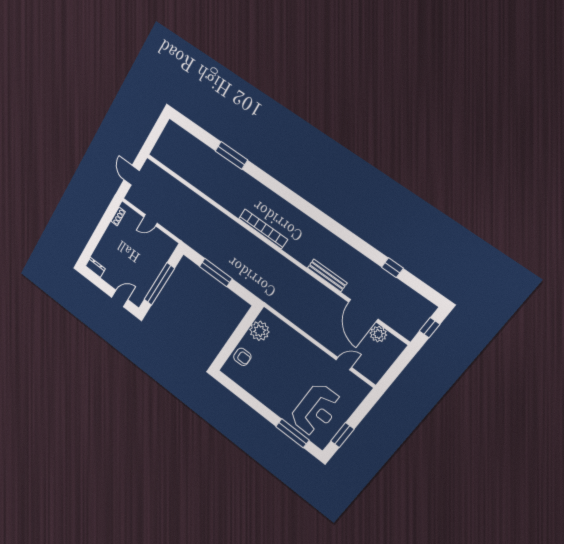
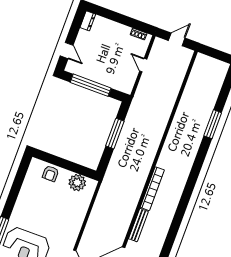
bookcase: (263, 229) -> (152, 189), moved

